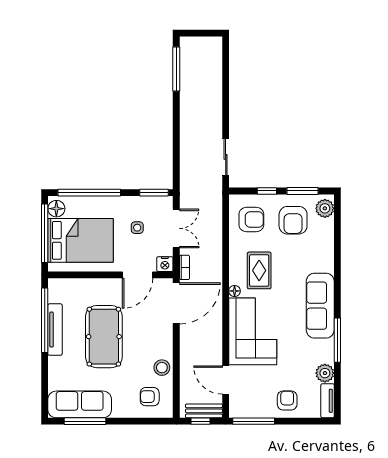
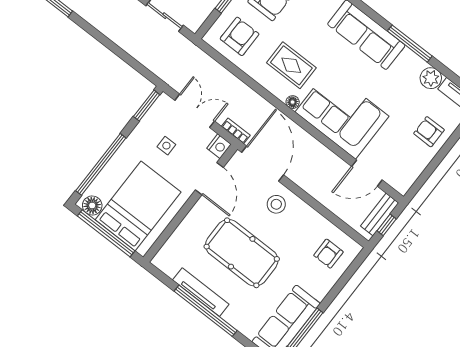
window: (45, 320) -> (206, 311), moved
stool: (162, 368) -> (276, 204), moved
window: (254, 421) -> (424, 177), removed

